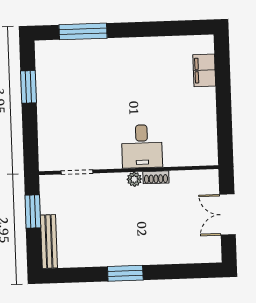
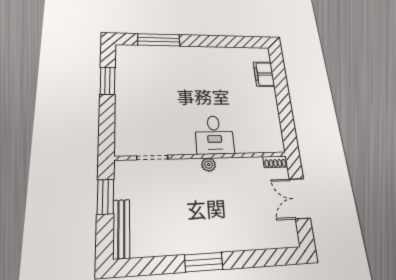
shoe rack: (156, 177) -> (275, 162), moved

